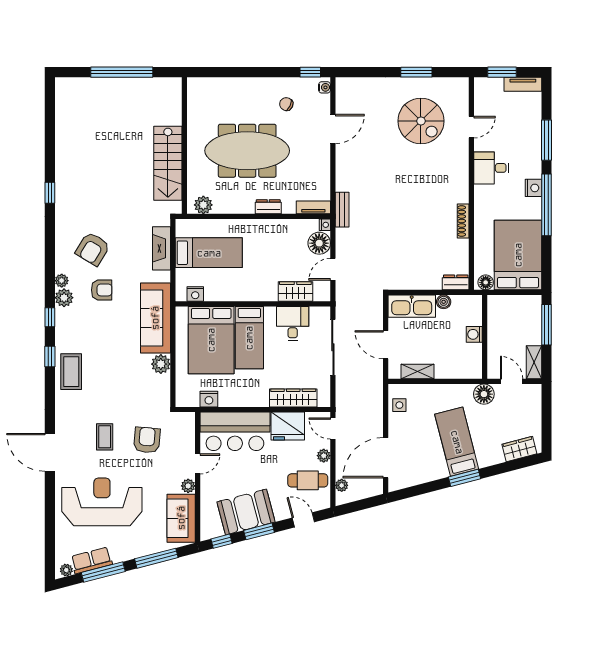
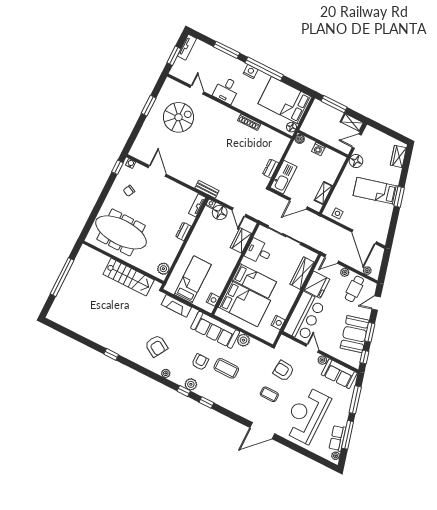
meeting table: (247, 151) -> (121, 232), moved, turned 90
dresser: (456, 282) -> (271, 169), moved
armchair: (102, 290) -> (200, 362), moved
plant: (64, 298) -> (191, 384), moved
boiler: (444, 302) -> (300, 139), moved
coffee table: (71, 372) -> (226, 368), moved

